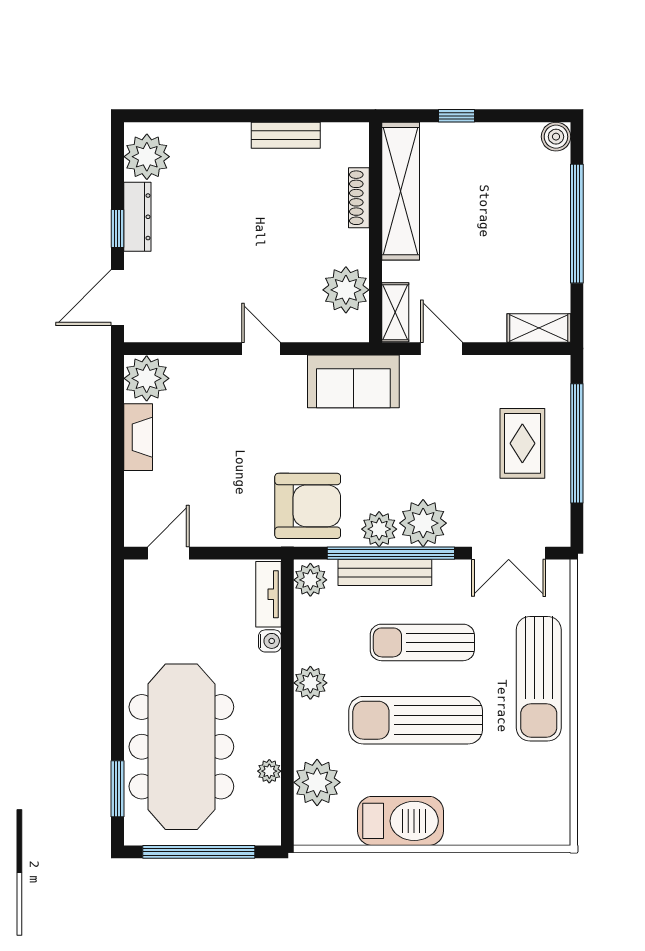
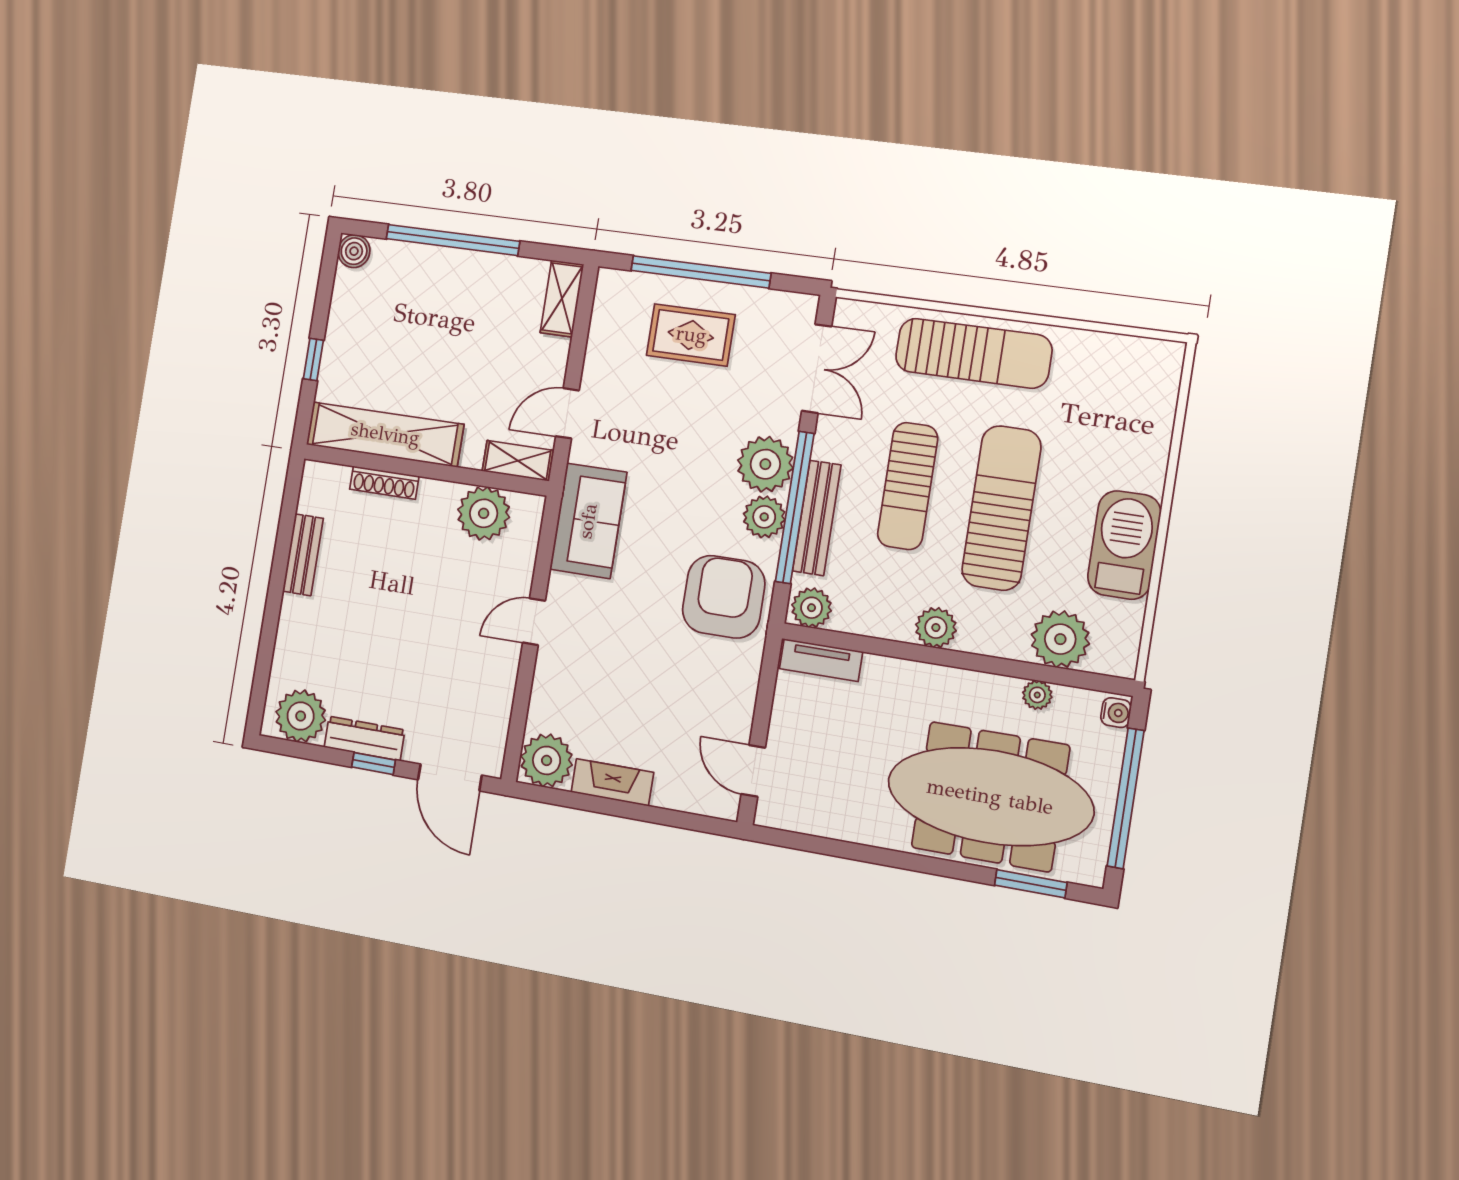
water cooler: (270, 641) -> (1116, 713), moved, turned 90
sun lounger: (416, 720) -> (1001, 508), turned 180

